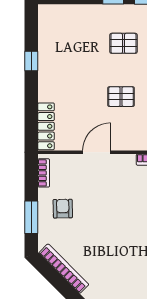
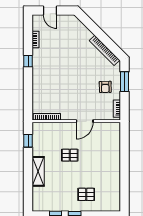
pallet: (123, 43) -> (86, 194), moved
window: (31, 61) -> (124, 177), removed
locker: (46, 126) -> (115, 137), removed

